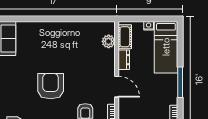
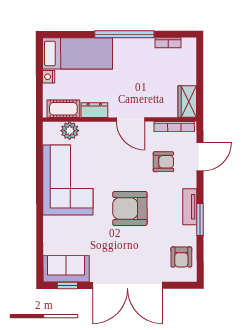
corner sofa: (72, 40) -> (68, 180), added
window: (180, 82) -> (124, 34), width x1.46
door: (117, 87) -> (130, 120), swing flipped

